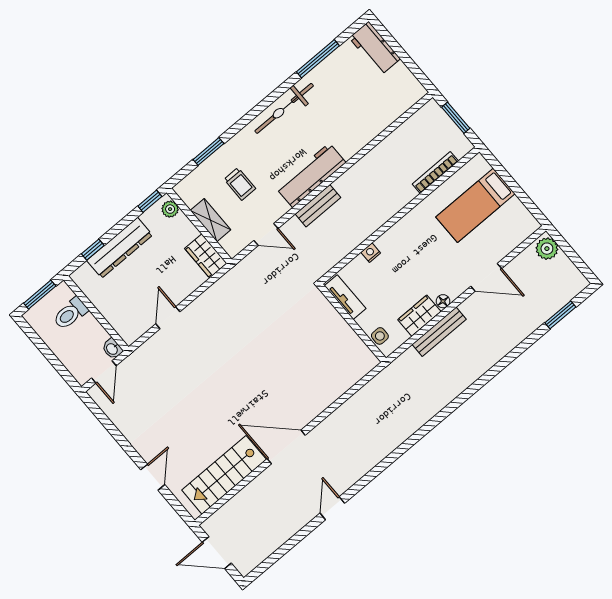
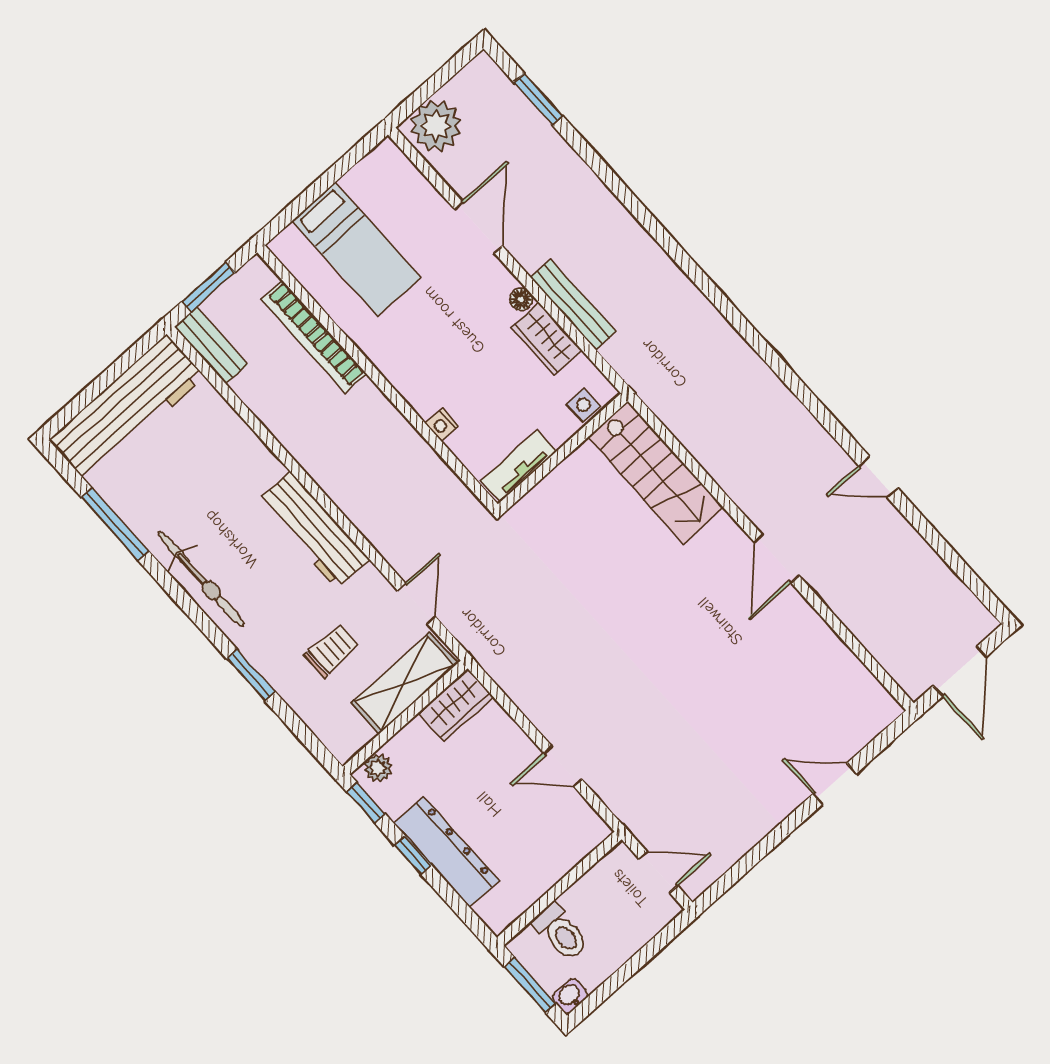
workbench: (375, 48) -> (127, 408), width x1.88, depth x1.32
window: (208, 152) -> (251, 675), moved
bookcase: (435, 173) -> (314, 336), width x1.48, depth x1.31
bench: (318, 206) -> (211, 346), moved
shelving: (210, 220) -> (404, 683), width x1.50, depth x1.33
plant: (547, 249) -> (436, 126), width x1.36, depth x1.36
window: (93, 250) -> (413, 855), moved
washbasin: (112, 349) -> (570, 996), moved, turned 180
door: (286, 447) -> (777, 559), width x0.73
stairs: (224, 475) -> (656, 472), moved

